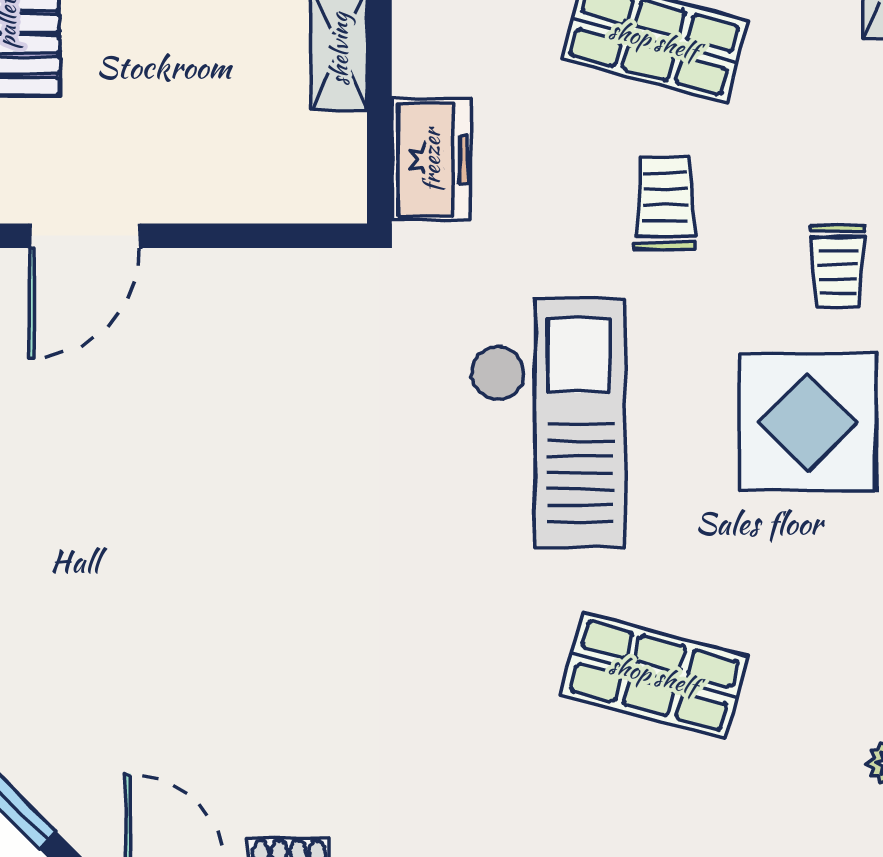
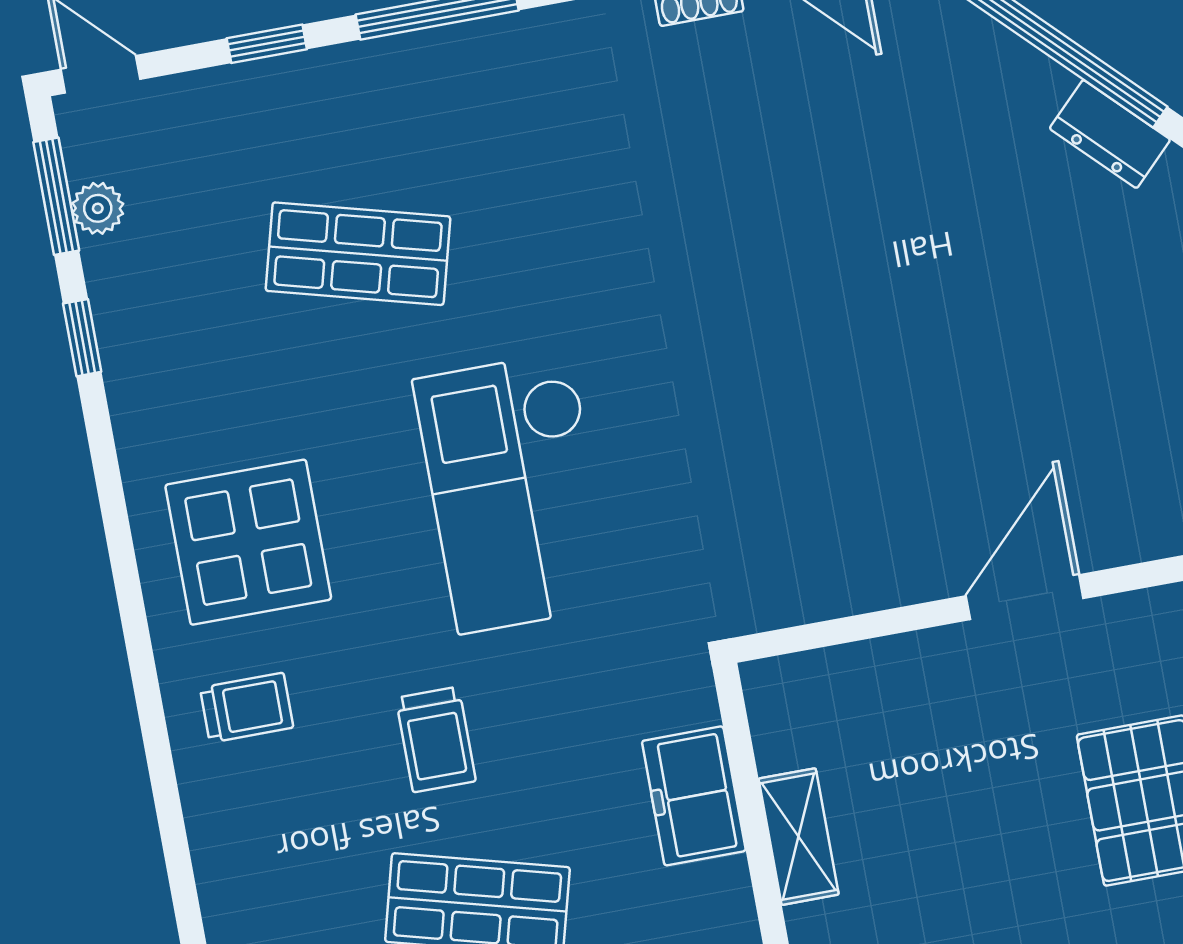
freezer: (431, 160) -> (694, 796), moved
trolley: (838, 266) -> (247, 708), turned 90

